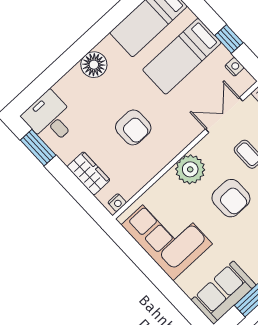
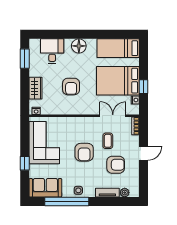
bed: (182, 56) -> (118, 81), width x1.50
desk: (50, 118) -> (52, 51), moved
plant: (190, 169) -> (78, 125), removed
window: (166, 286) -> (25, 163), added

